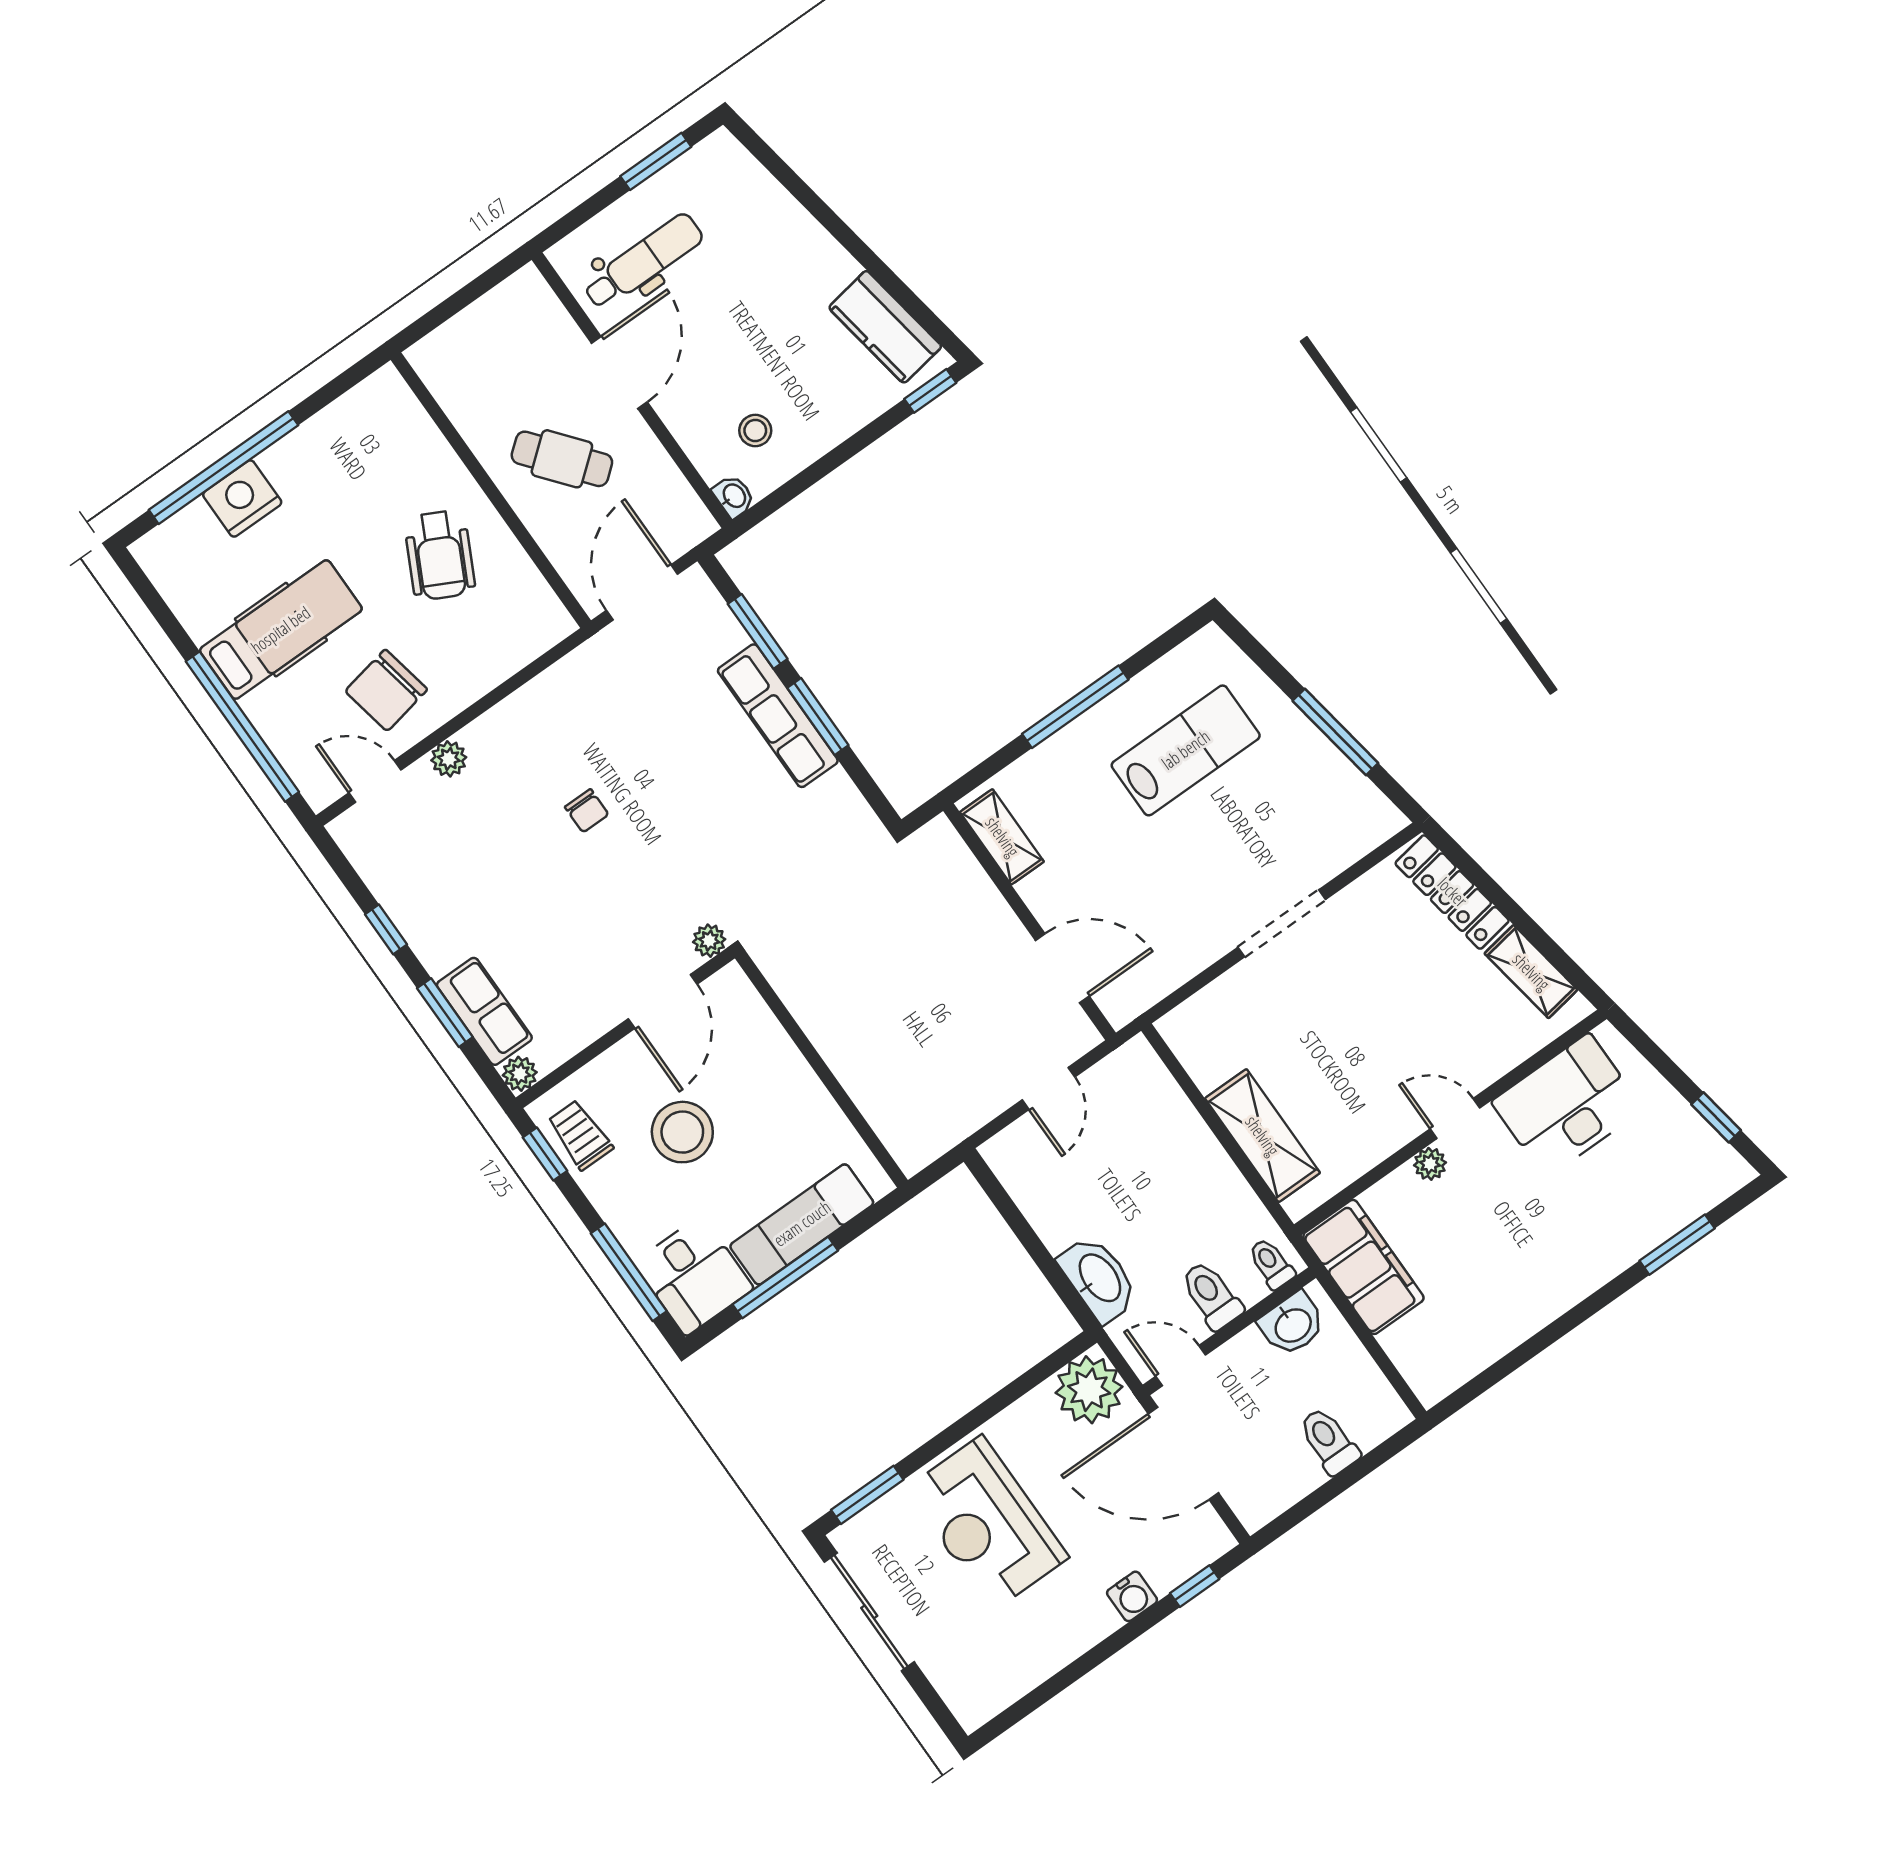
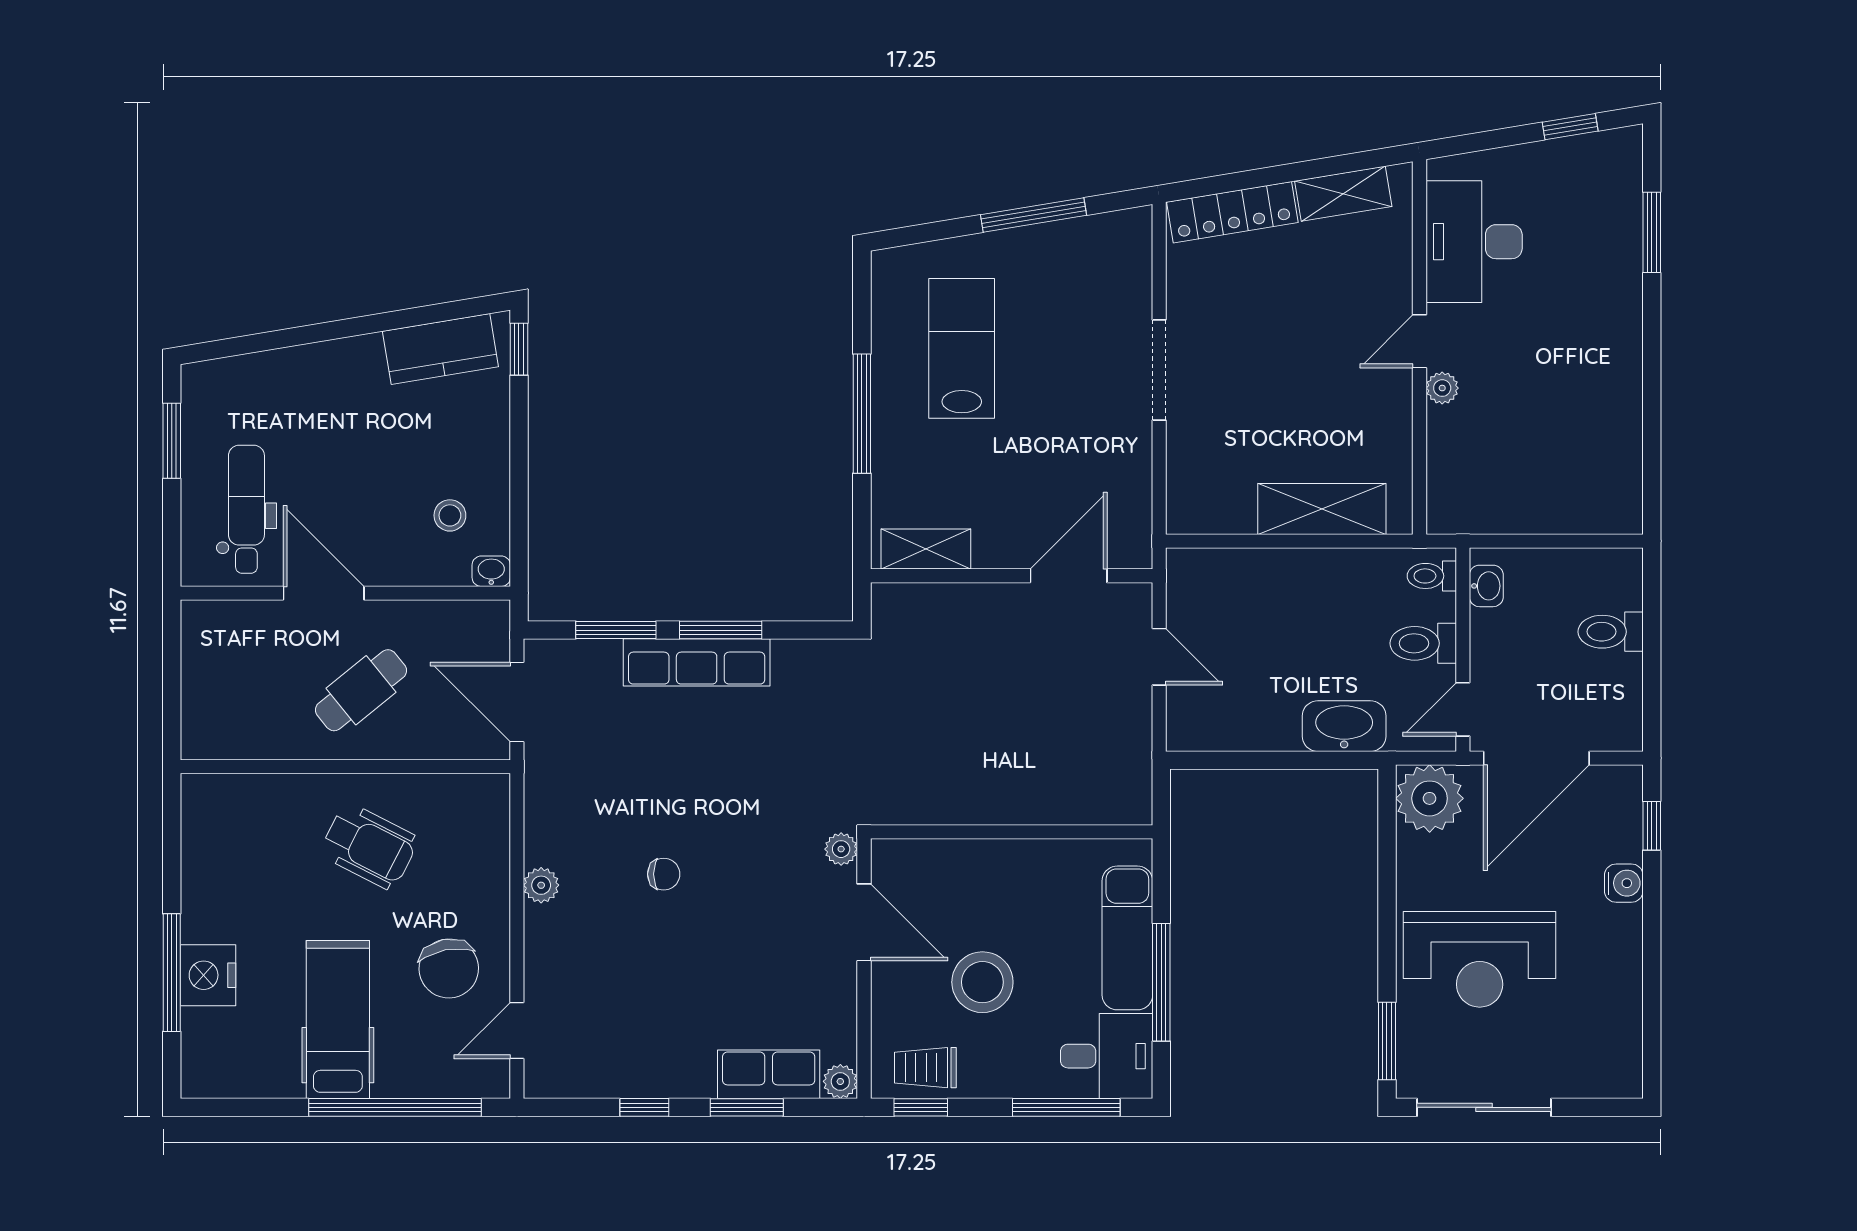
window: (223, 468) -> (172, 973), width x0.68
plant: (449, 759) -> (541, 885), moved
filing cabinet: (1363, 1267) -> (1488, 502), removed
washbasin: (1292, 1324) -> (1486, 586), width x0.72, depth x0.69

